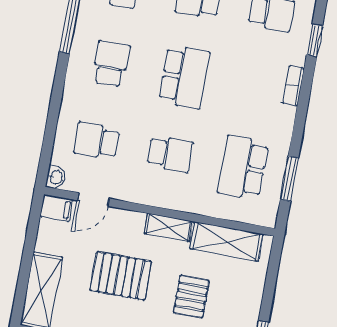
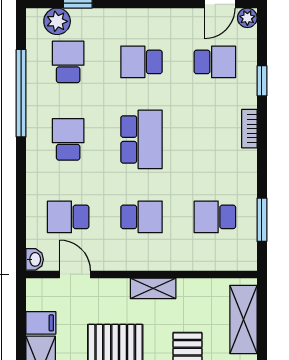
school desk: (243, 167) -> (215, 217), width x0.54
door: (93, 199) -> (75, 274), swing flipped
filing cabinet: (57, 208) -> (41, 323), moved
shelving: (226, 241) -> (243, 319), moved, turned 90

